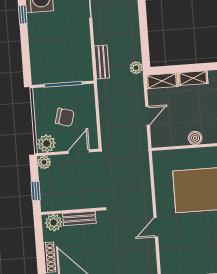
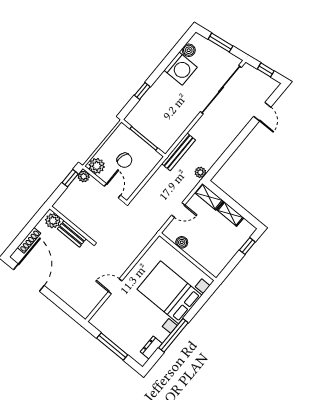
window: (23, 15) -> (142, 91), moved
bench: (102, 62) -> (179, 152), width x1.36
boiler: (195, 138) -> (182, 242), moved
door: (79, 152) -> (112, 191), hinge flipped
window: (36, 191) -> (70, 178), moved

